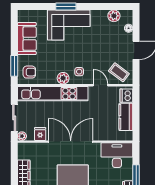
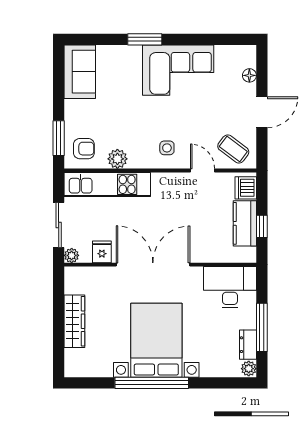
plant: (114, 16) -> (225, 55), removed
corner sofa: (69, 25) -> (178, 70), moved
sofa: (27, 39) -> (80, 72), moved
plant: (63, 78) -> (117, 159), moved
kitchen unit: (53, 94) -> (107, 184), width x0.73
window: (136, 119) -> (262, 226), added

